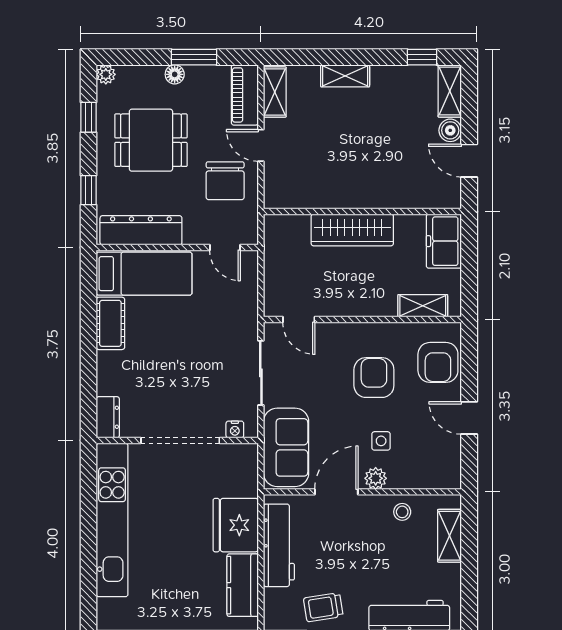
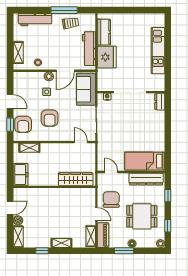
window: (422, 57) -> (42, 251), moved
door: (469, 161) -> (10, 208), hinge flipped
wardrobe: (352, 230) -> (76, 179), moved
cot: (110, 323) -> (159, 141), removed
armchair: (438, 362) -> (23, 124), turned 180
window: (469, 362) -> (10, 125), added
kitchen unit: (112, 520) -> (158, 51), width x0.73

